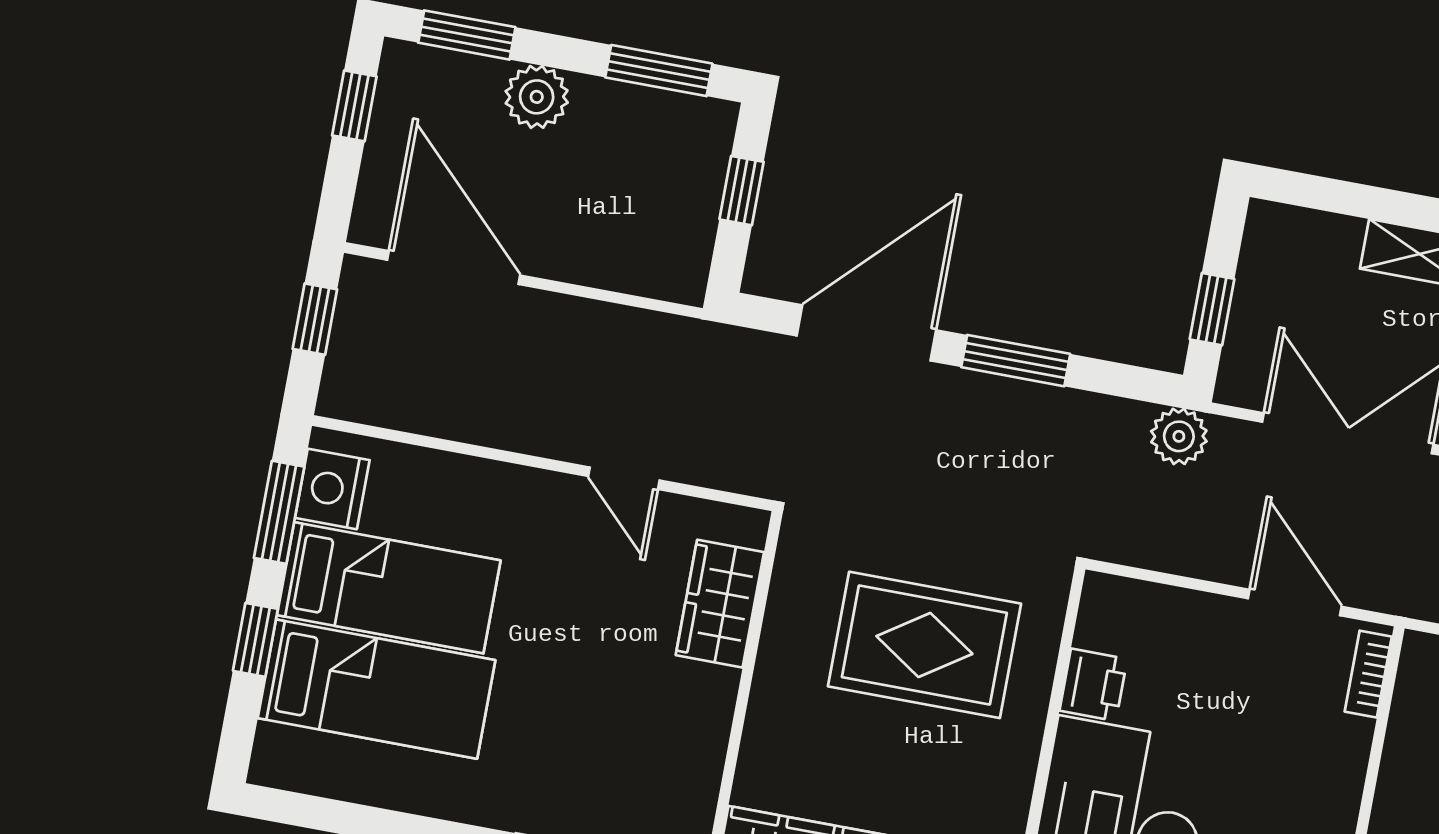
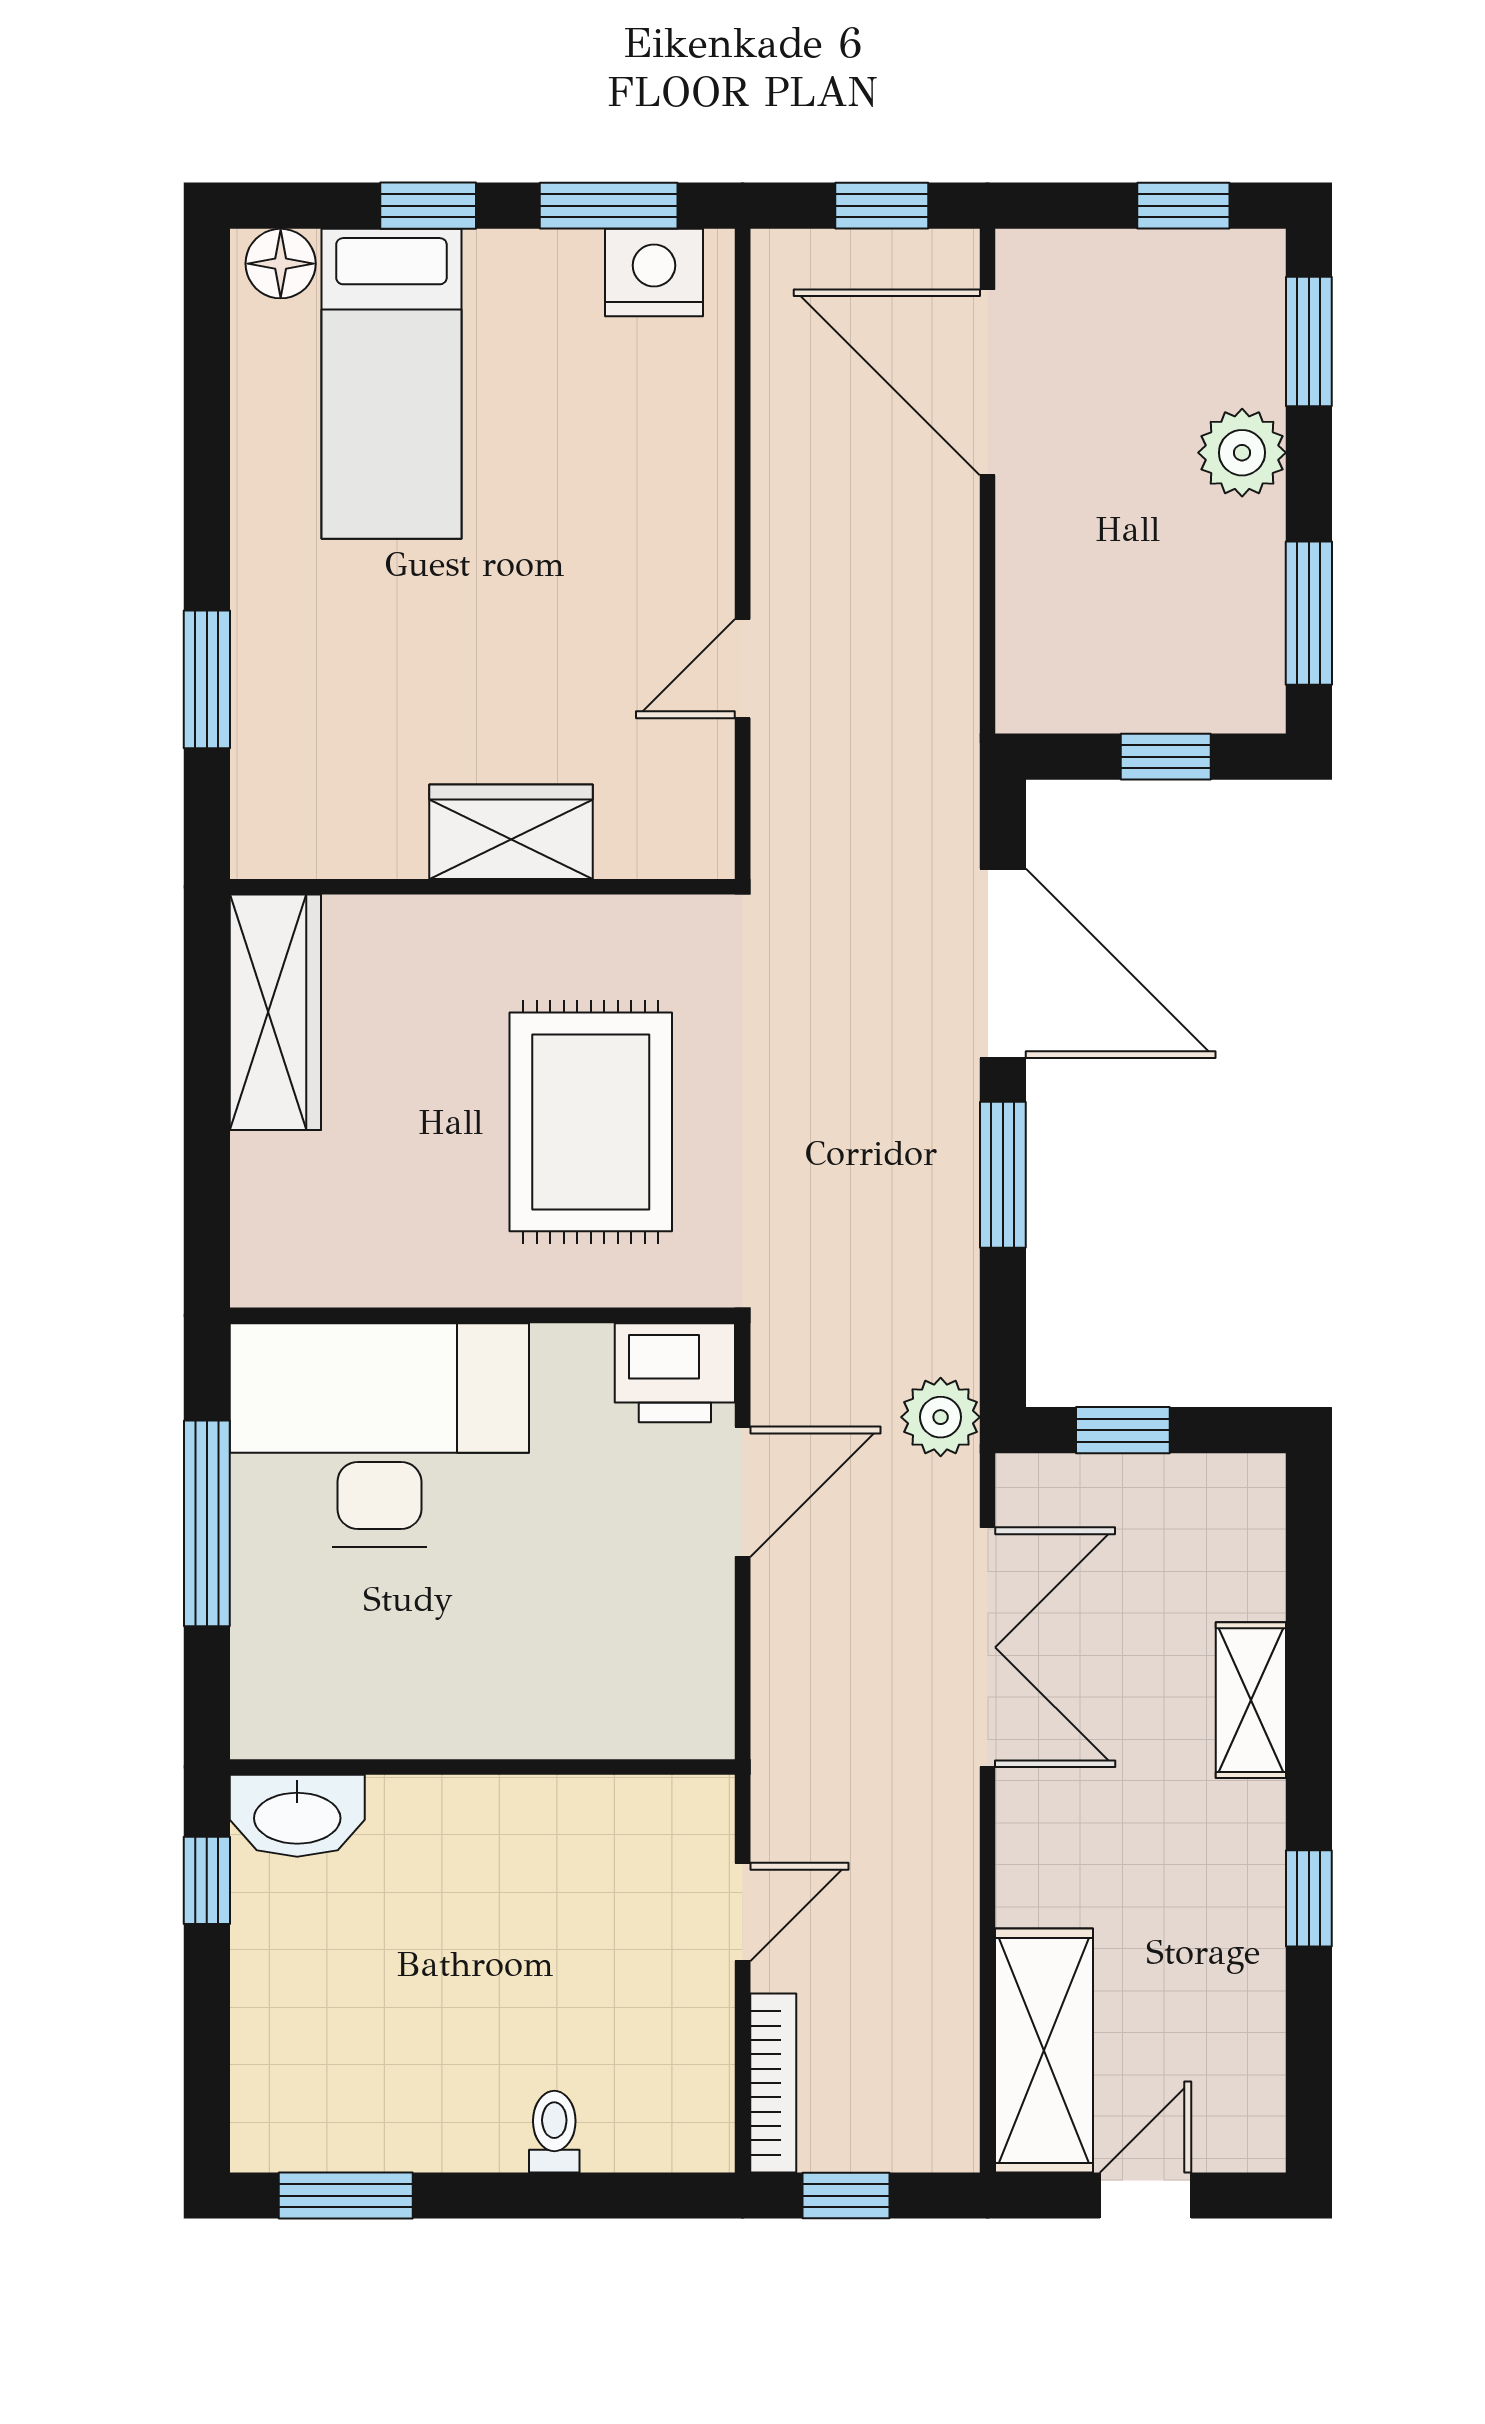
door: (454, 268) -> (988, 382), swing flipped
bed: (389, 588) -> (533, 375), removed
door: (1295, 603) -> (743, 1492), moved
wardrobe: (720, 604) -> (511, 832), moved
bookcase: (1368, 674) -> (663, 1736), removed
printer: (1093, 685) -> (675, 1373), moved, width x1.36, depth x1.24
floor lamp: (277, 752) -> (281, 264), added

